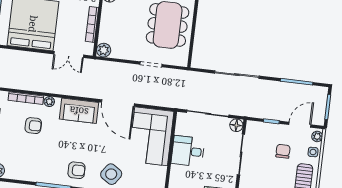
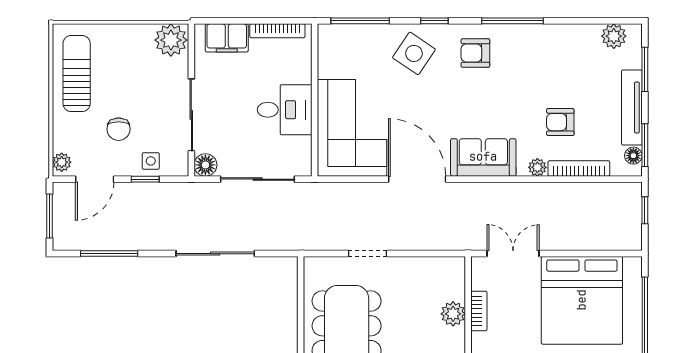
bookcase: (92, 24) -> (479, 311), width x0.64
plant: (104, 50) -> (453, 314), moved
side table: (313, 152) -> (151, 161), moved

